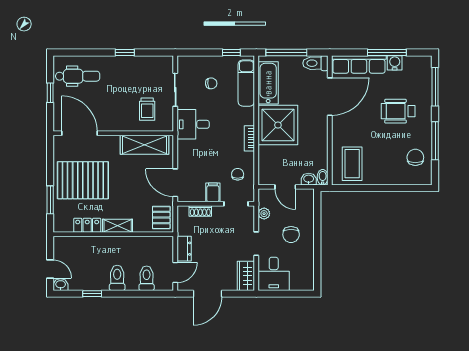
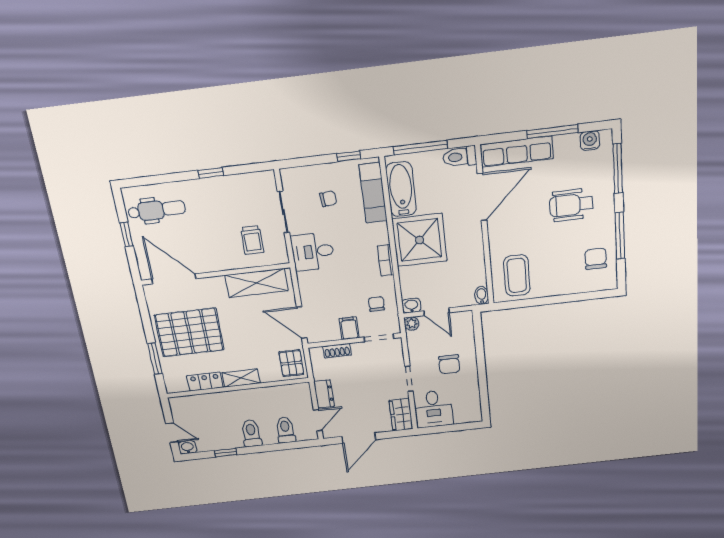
water cooler: (395, 63) -> (590, 141), moved
washbasin: (309, 179) -> (411, 306), moved
plant: (264, 214) -> (412, 324), moved

